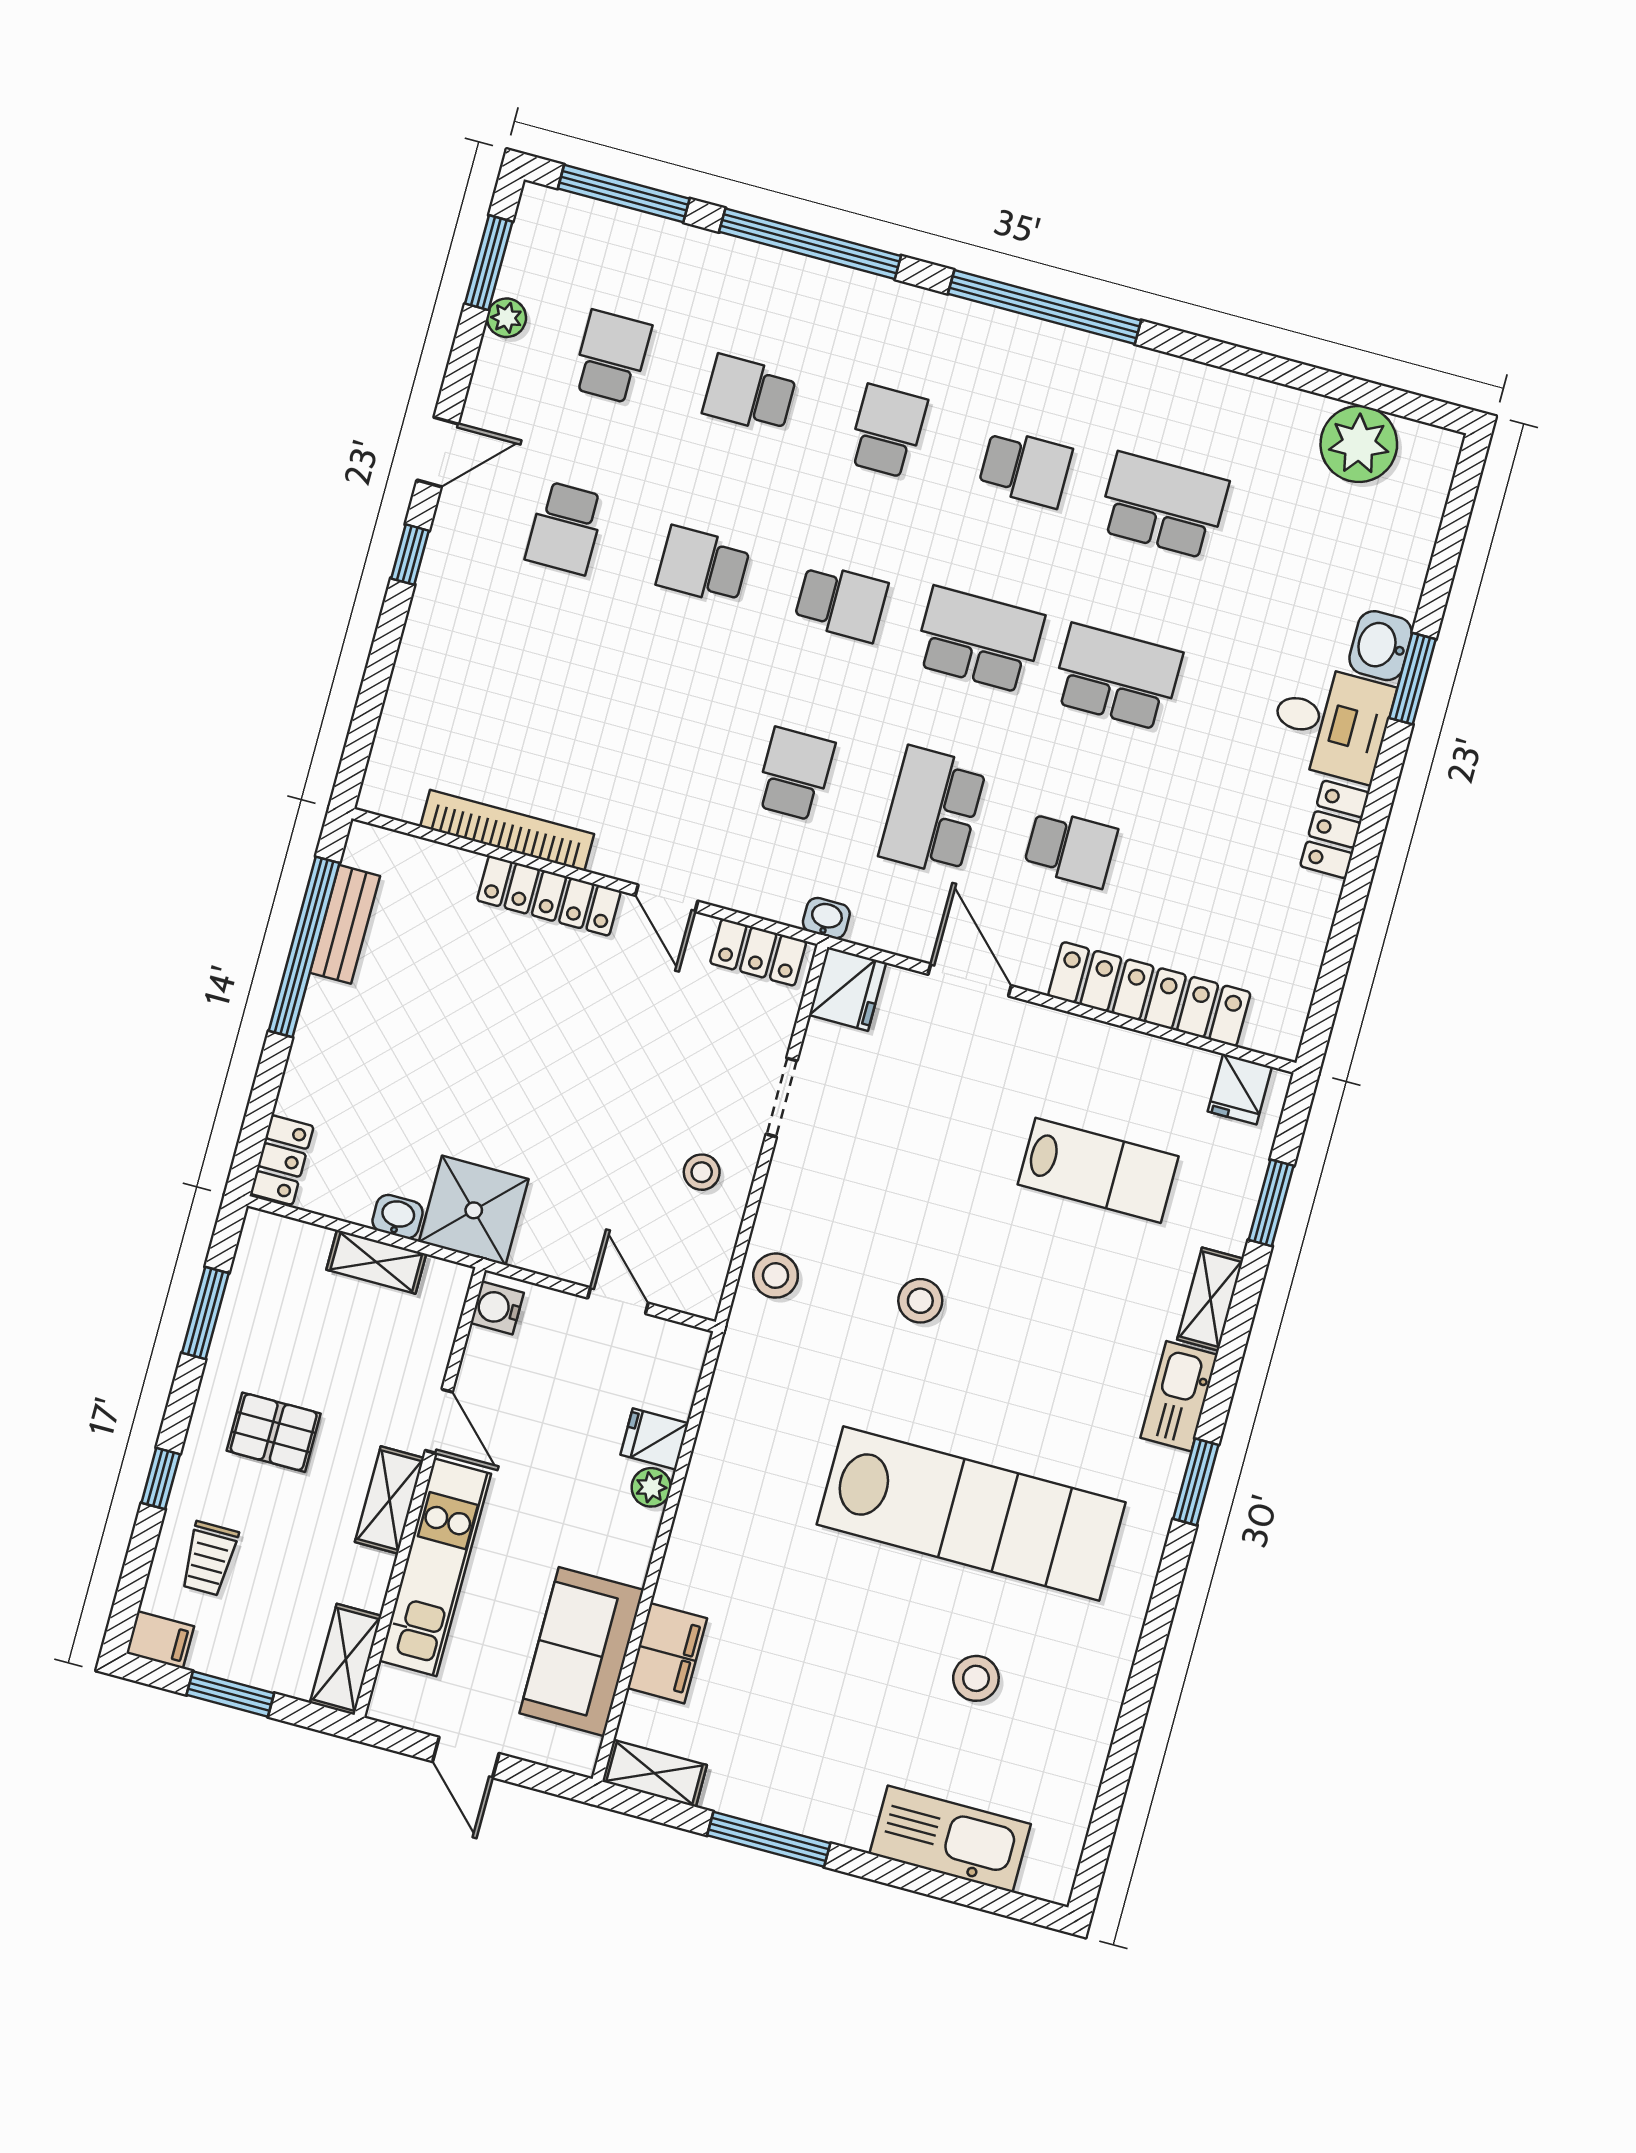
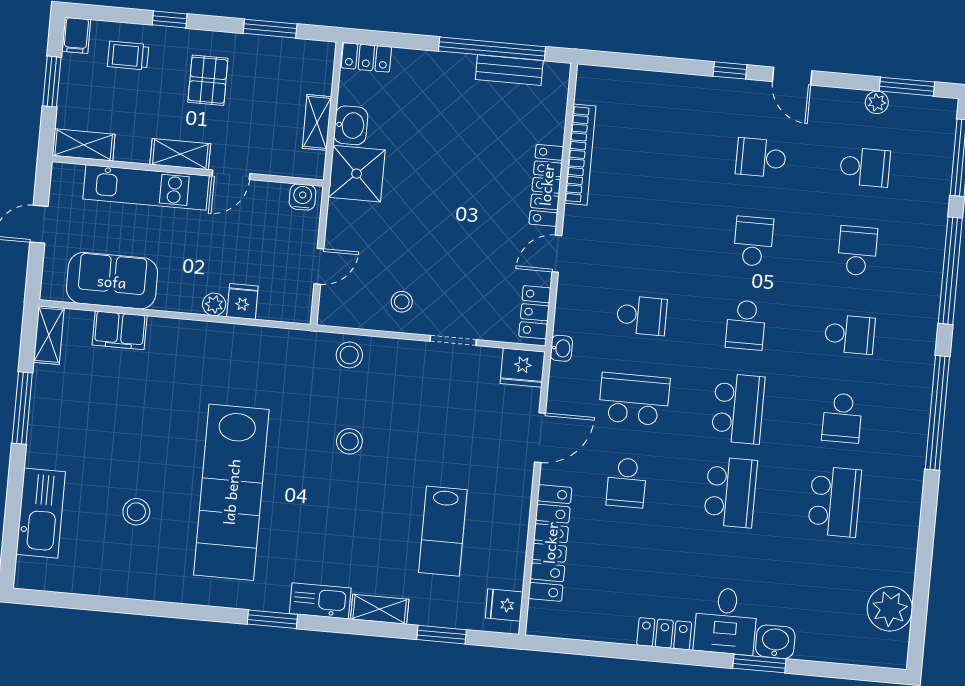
washbasin: (398, 1217) -> (351, 125), width x1.38, depth x1.45

